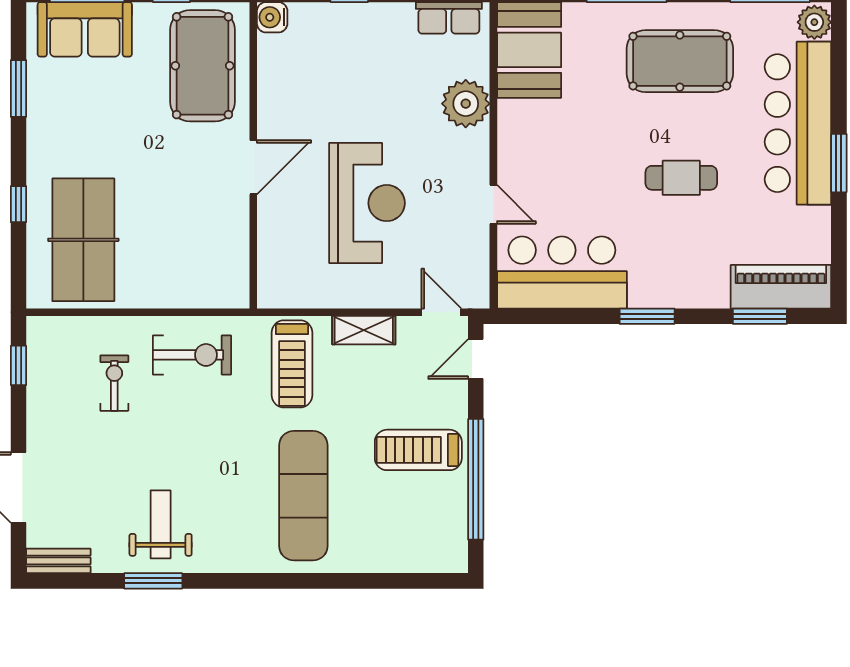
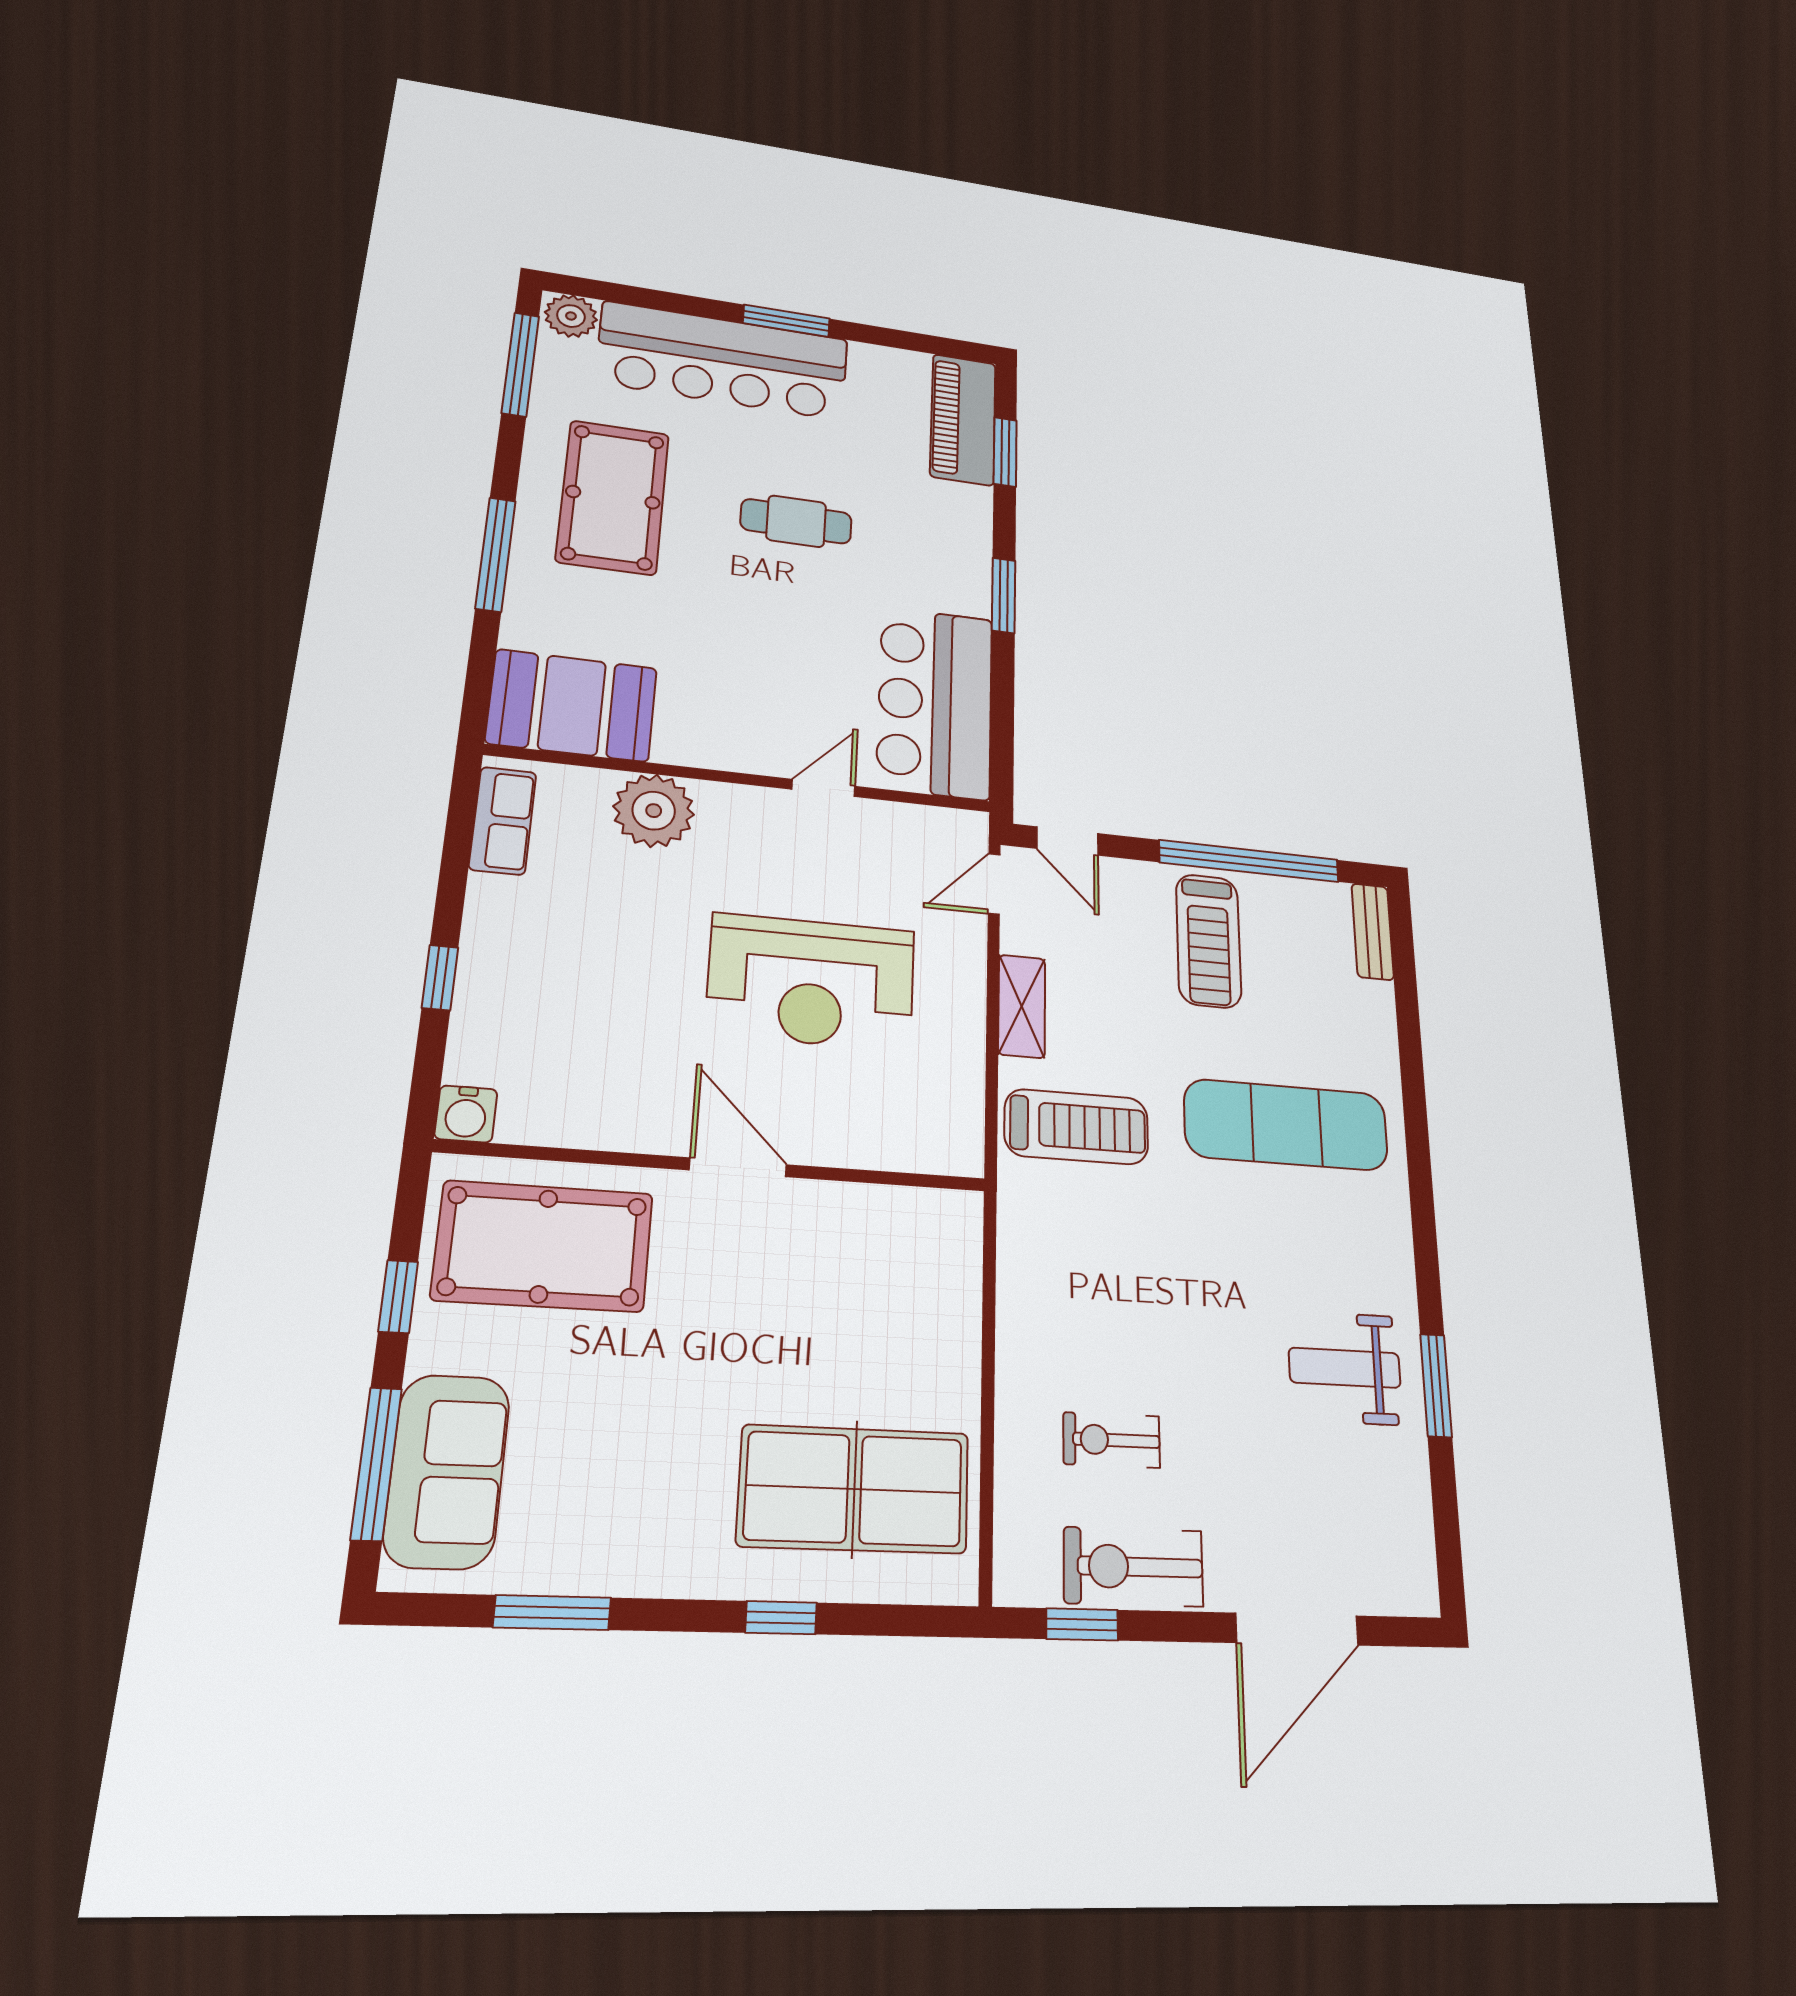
cafe table: (681, 178) -> (796, 521), turned 90
reception desk: (367, 203) -> (811, 982), turned 180
exercise bike: (192, 355) -> (1133, 1567), moved, turned -90
bench: (58, 561) -> (1373, 932), moved

